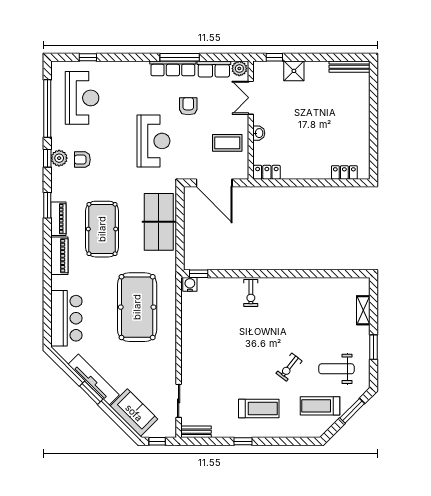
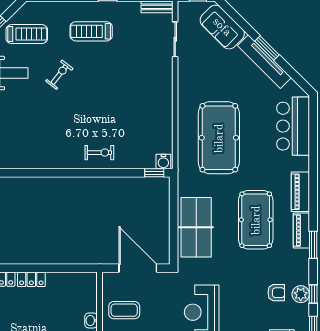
locker: (267, 172) -> (31, 279), moved
exercise bike: (251, 293) -> (99, 153), turned 90

